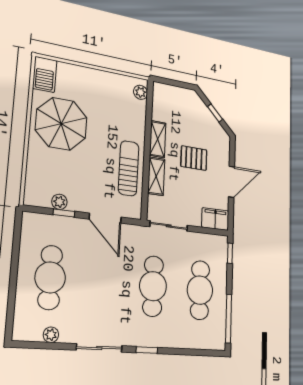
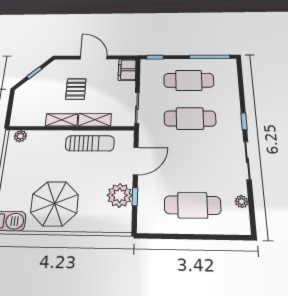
sun lounger: (129, 168) -> (90, 143), turned 180
plant: (59, 202) -> (120, 195), width x1.87, depth x1.87

